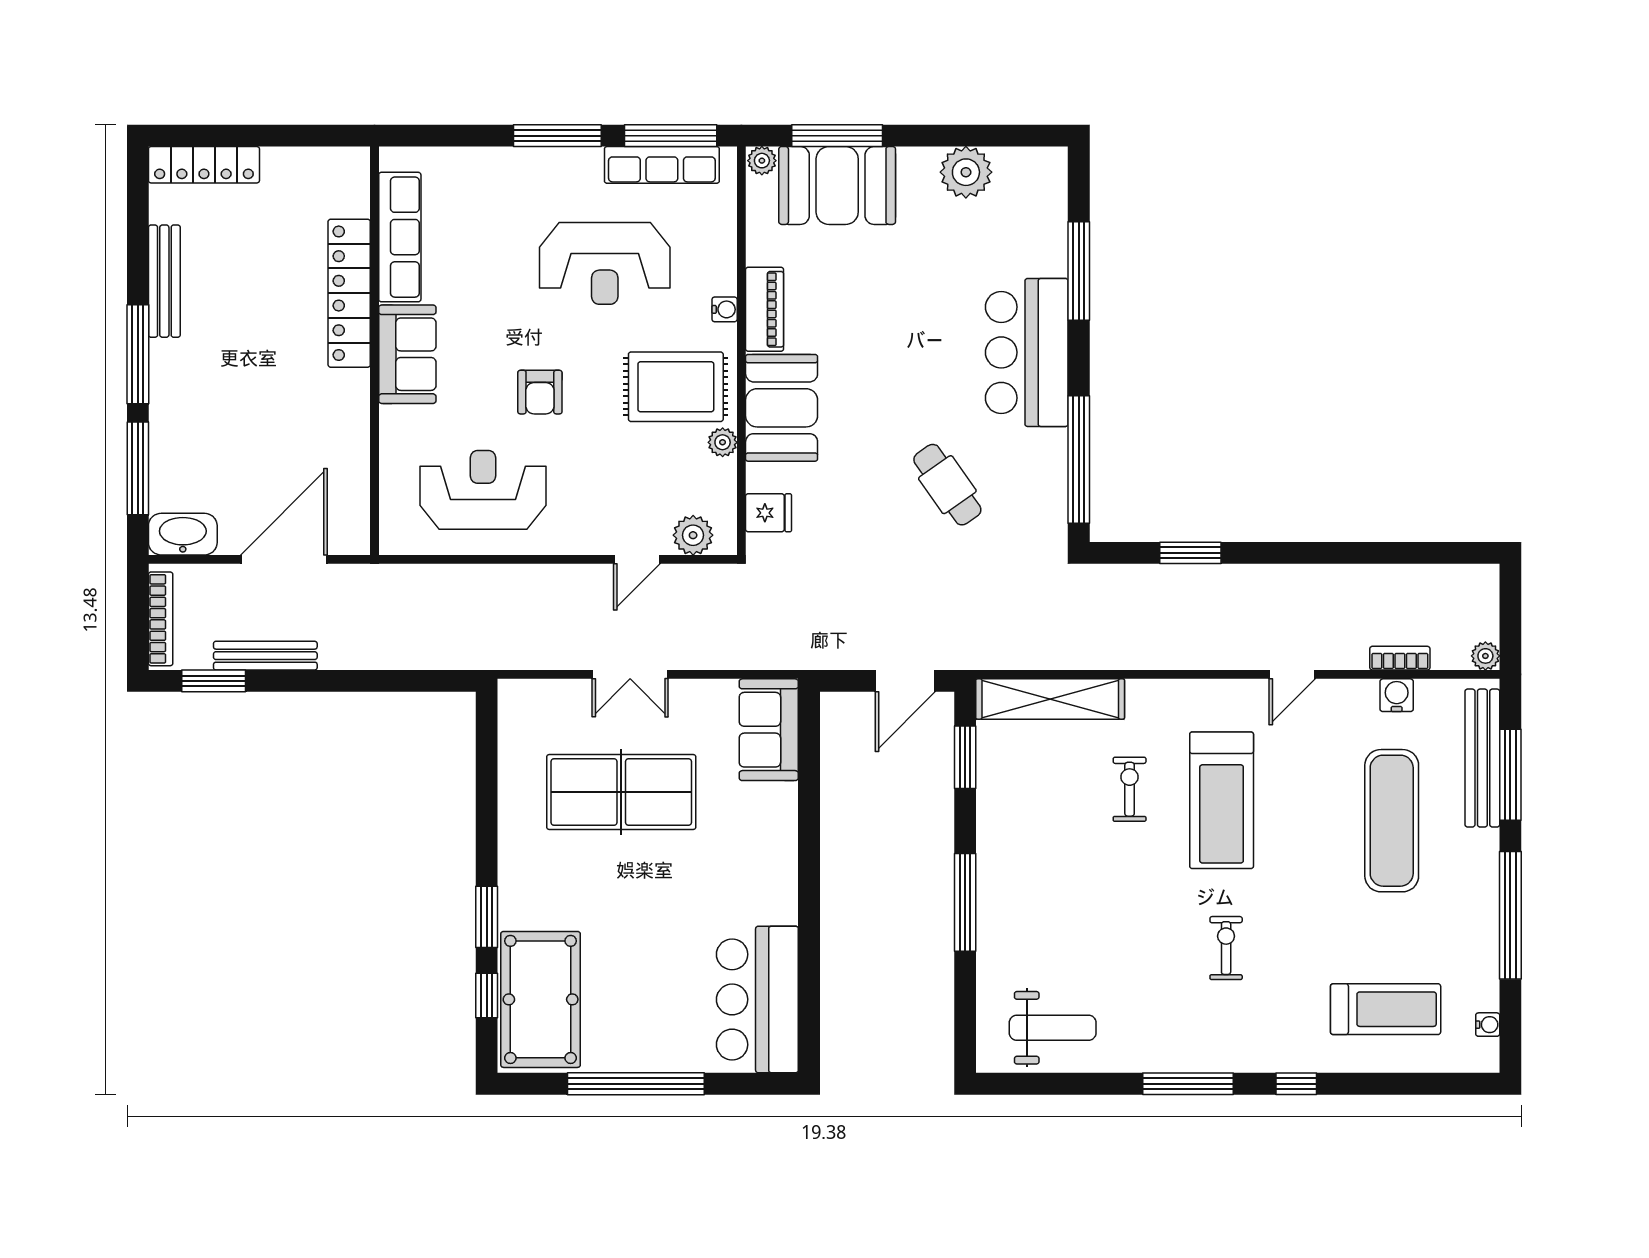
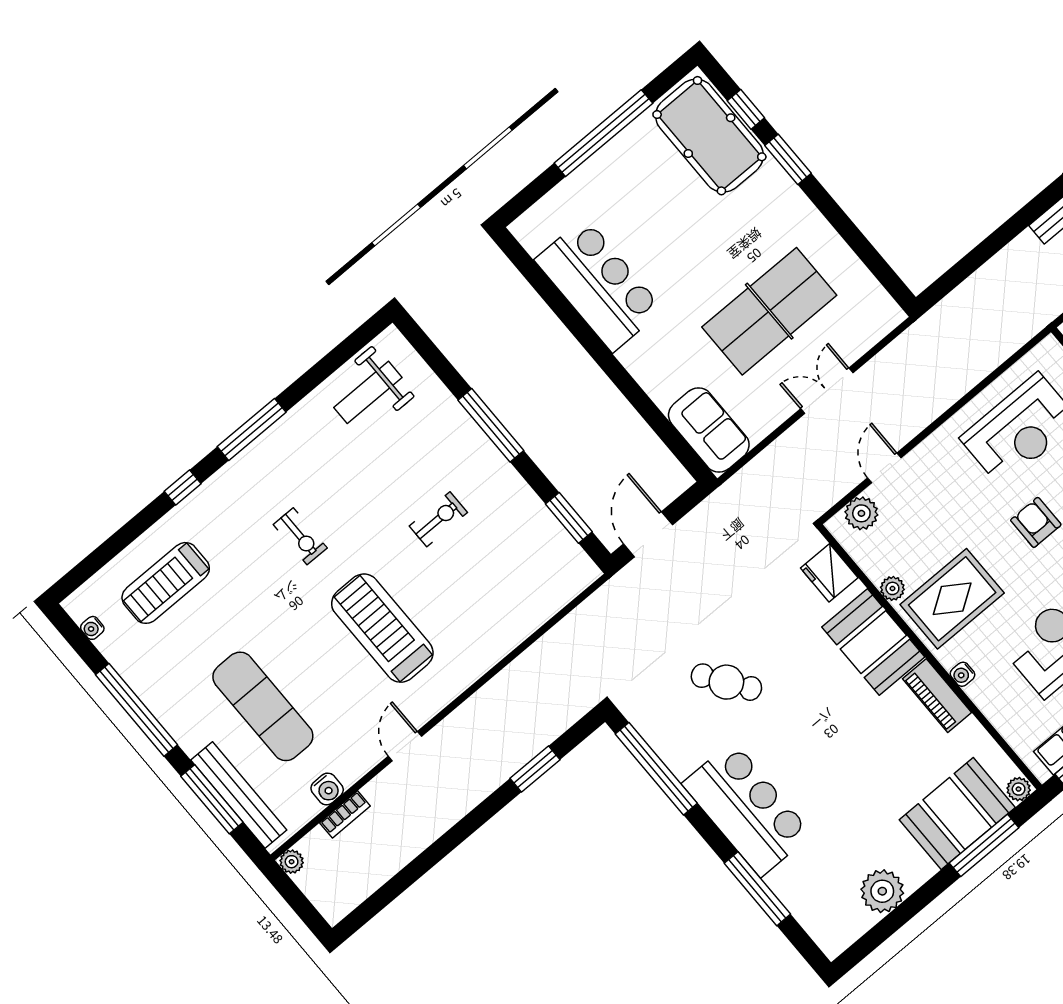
fridge: (769, 513) -> (829, 573), width x1.38
shelving: (1050, 699) -> (546, 601), removed
exercise bike: (1130, 789) -> (438, 519), moved, turned -90
bar counter: (757, 999) -> (599, 285), moved

